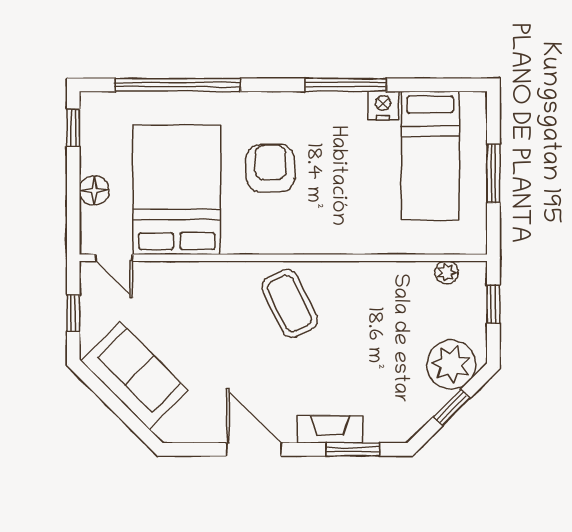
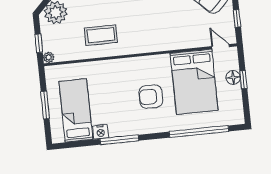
window: (73, 128) -> (243, 80), moved
armchair: (270, 168) -> (151, 97), turned 90
plant: (447, 272) -> (49, 57), moved
coffee table: (290, 303) -> (101, 35), moved, turned -64

